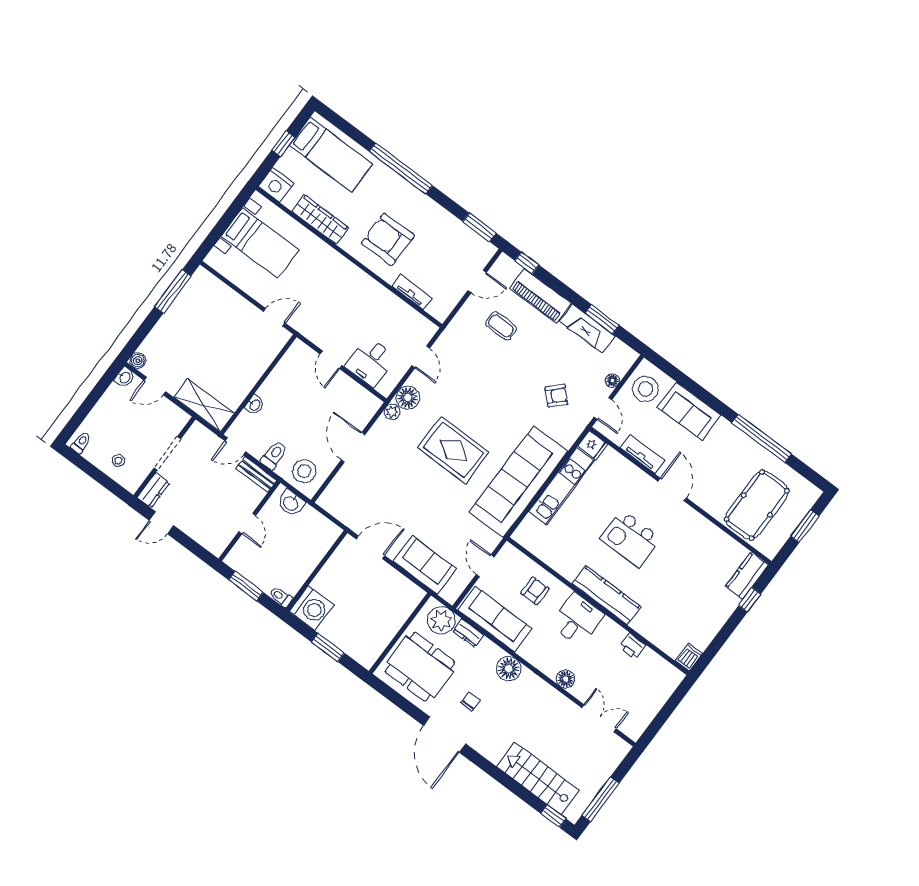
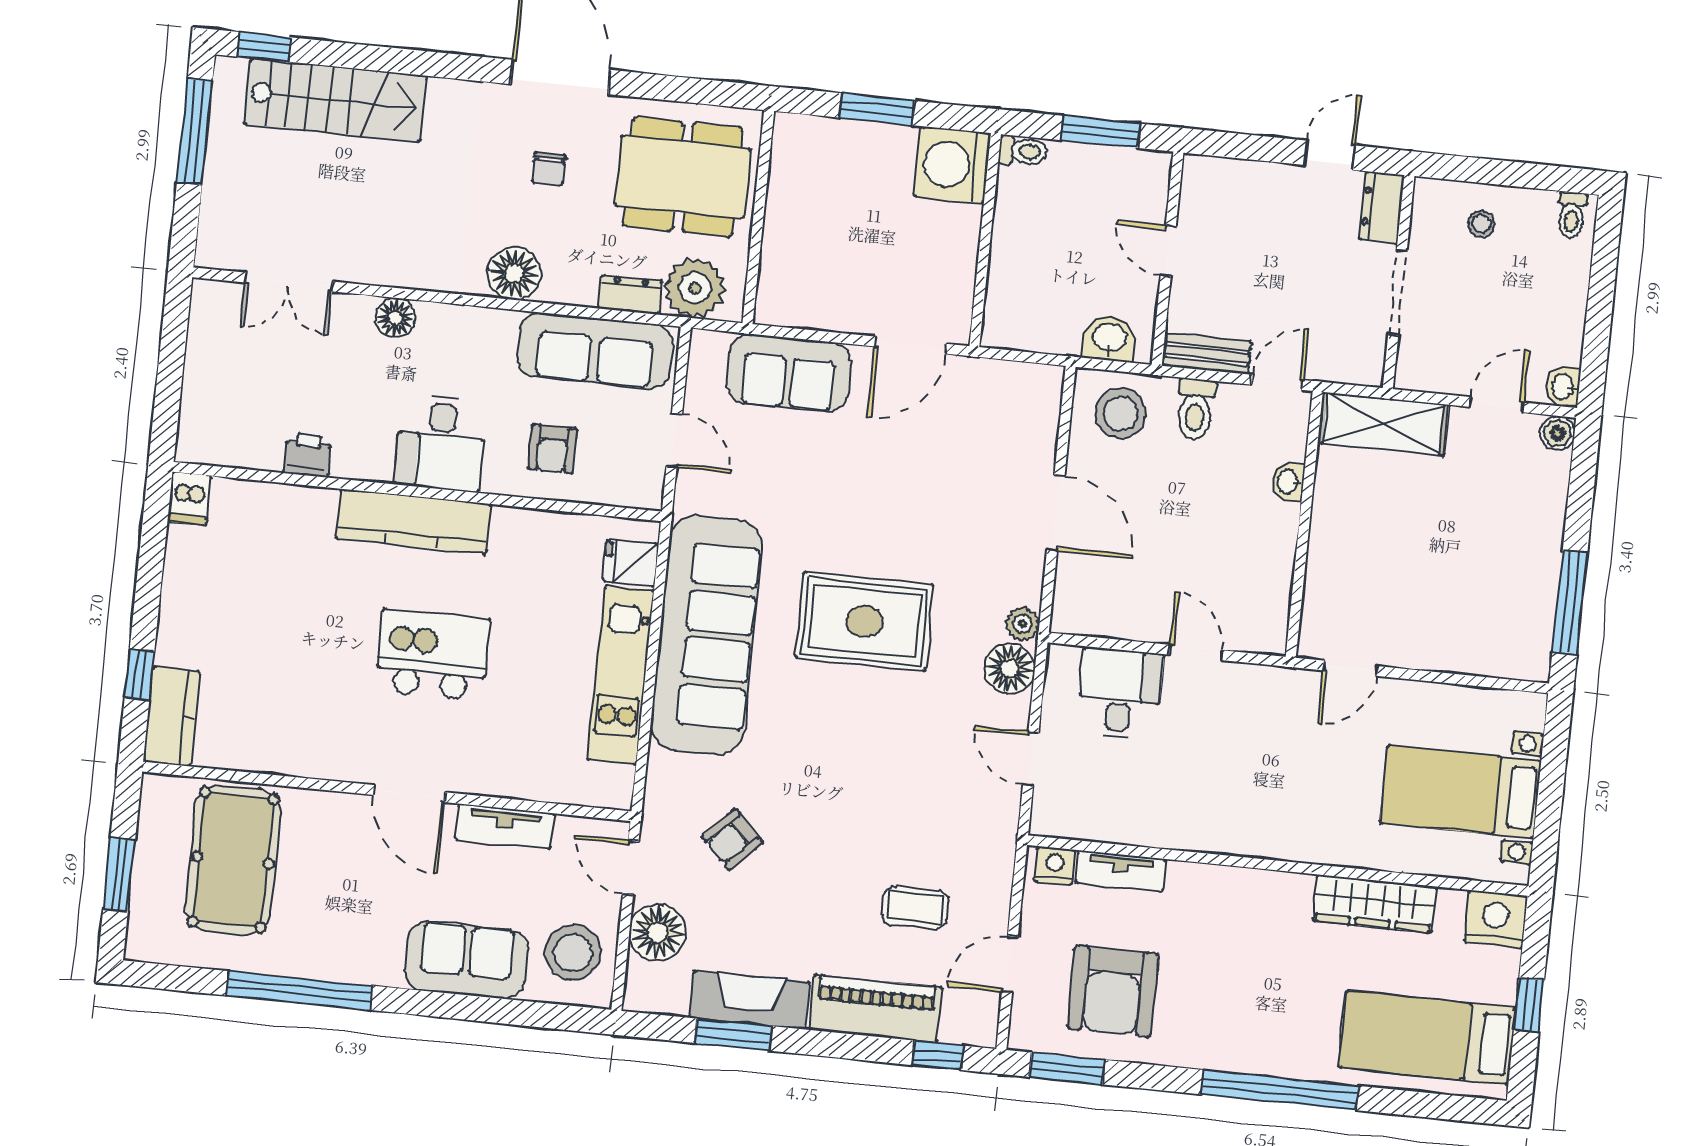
armchair: (388, 239) -> (1113, 991), moved, turned 90
nightstand: (436, 310) -> (1055, 865), added
floor lamp: (612, 381) -> (658, 932), width x1.89, depth x1.89
fridge: (593, 445) -> (631, 563), moved

